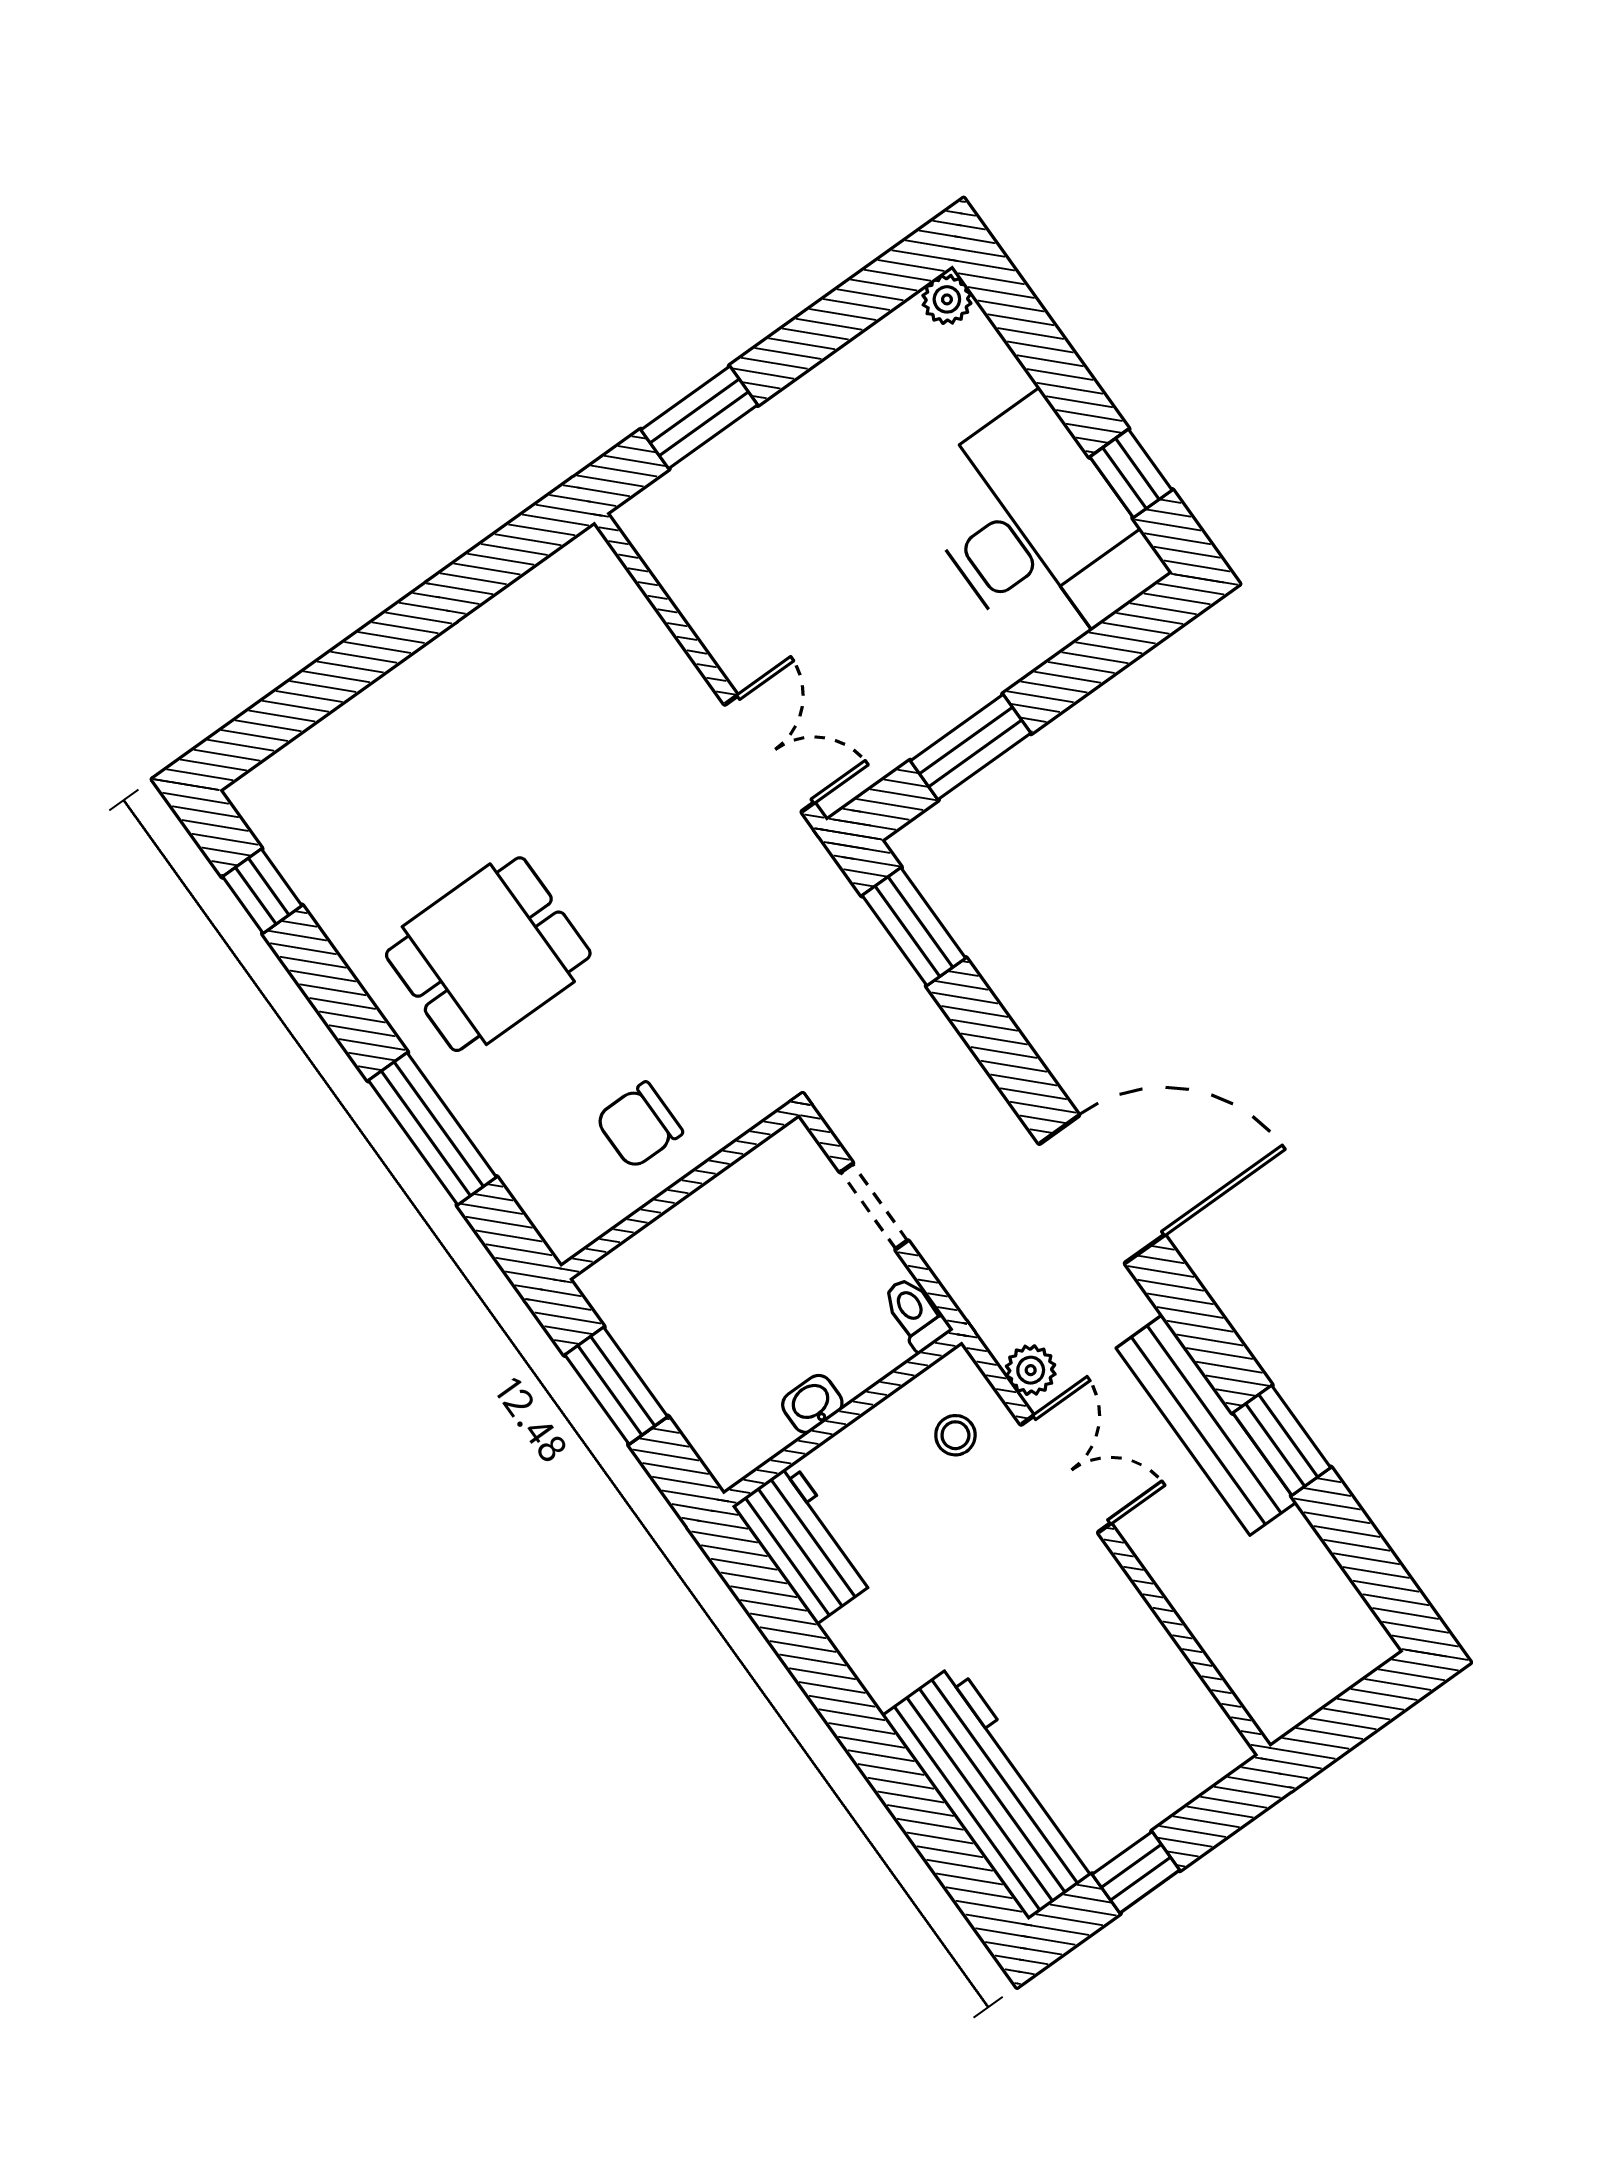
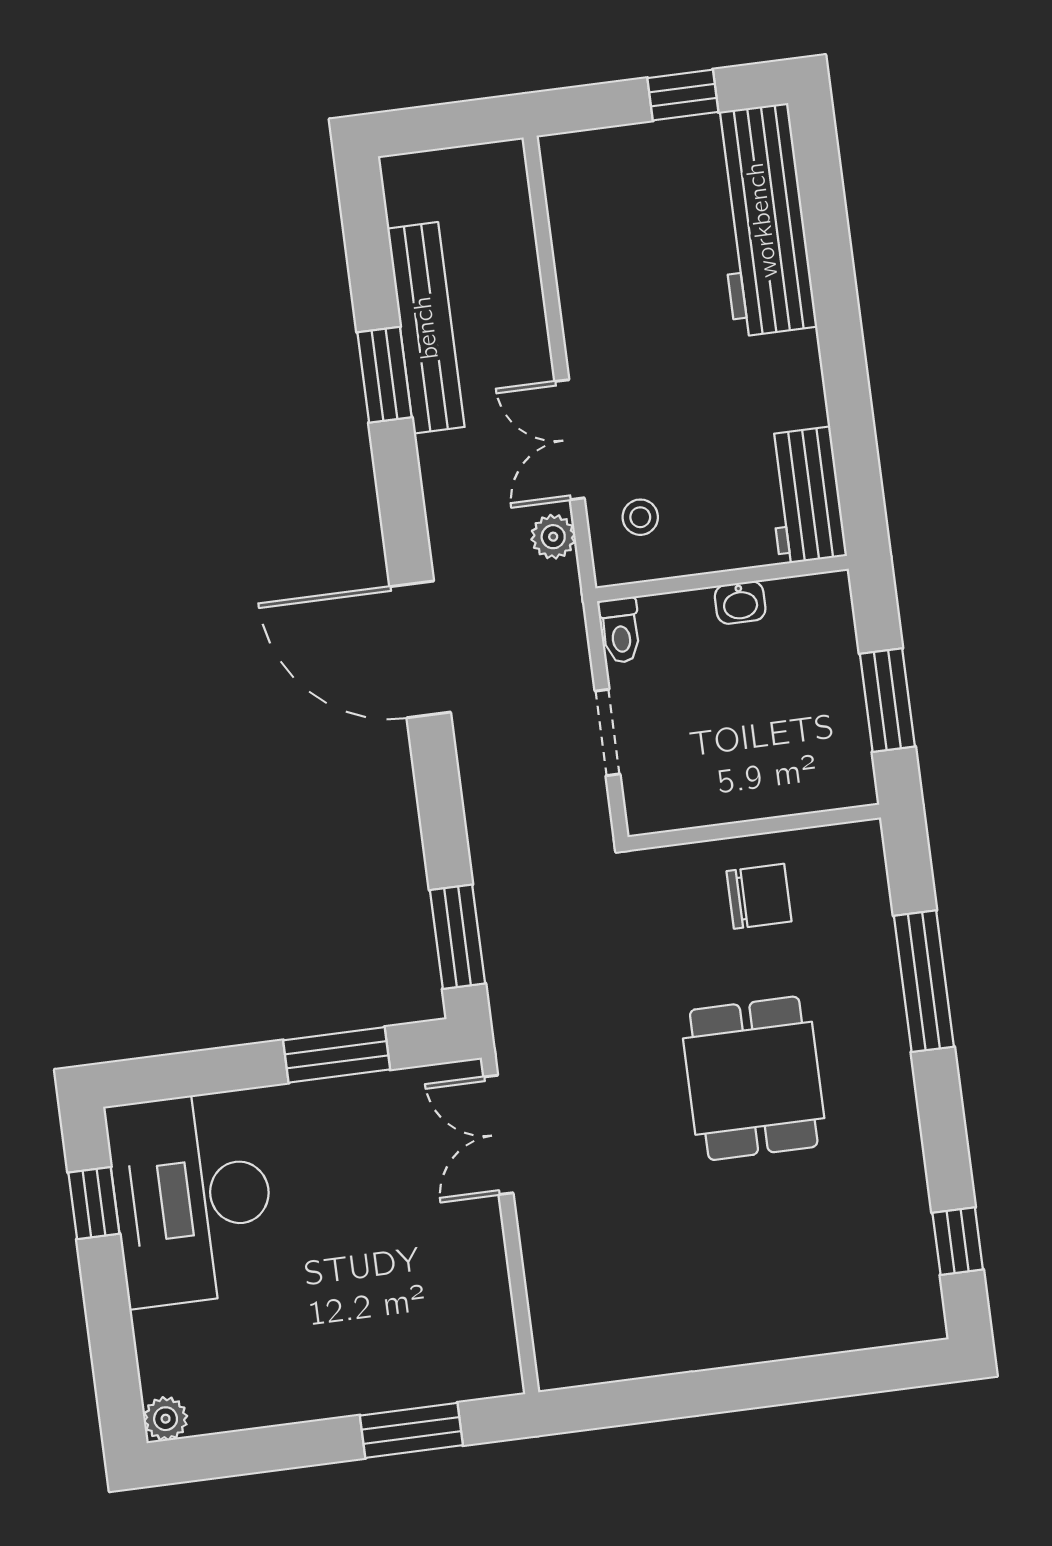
dining table: (488, 954) -> (754, 1078), moved, turned 90
bench: (1206, 1425) -> (426, 328), moved

